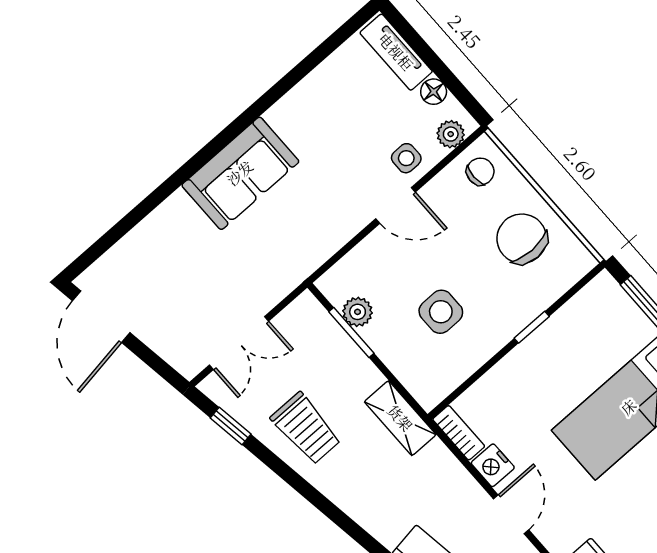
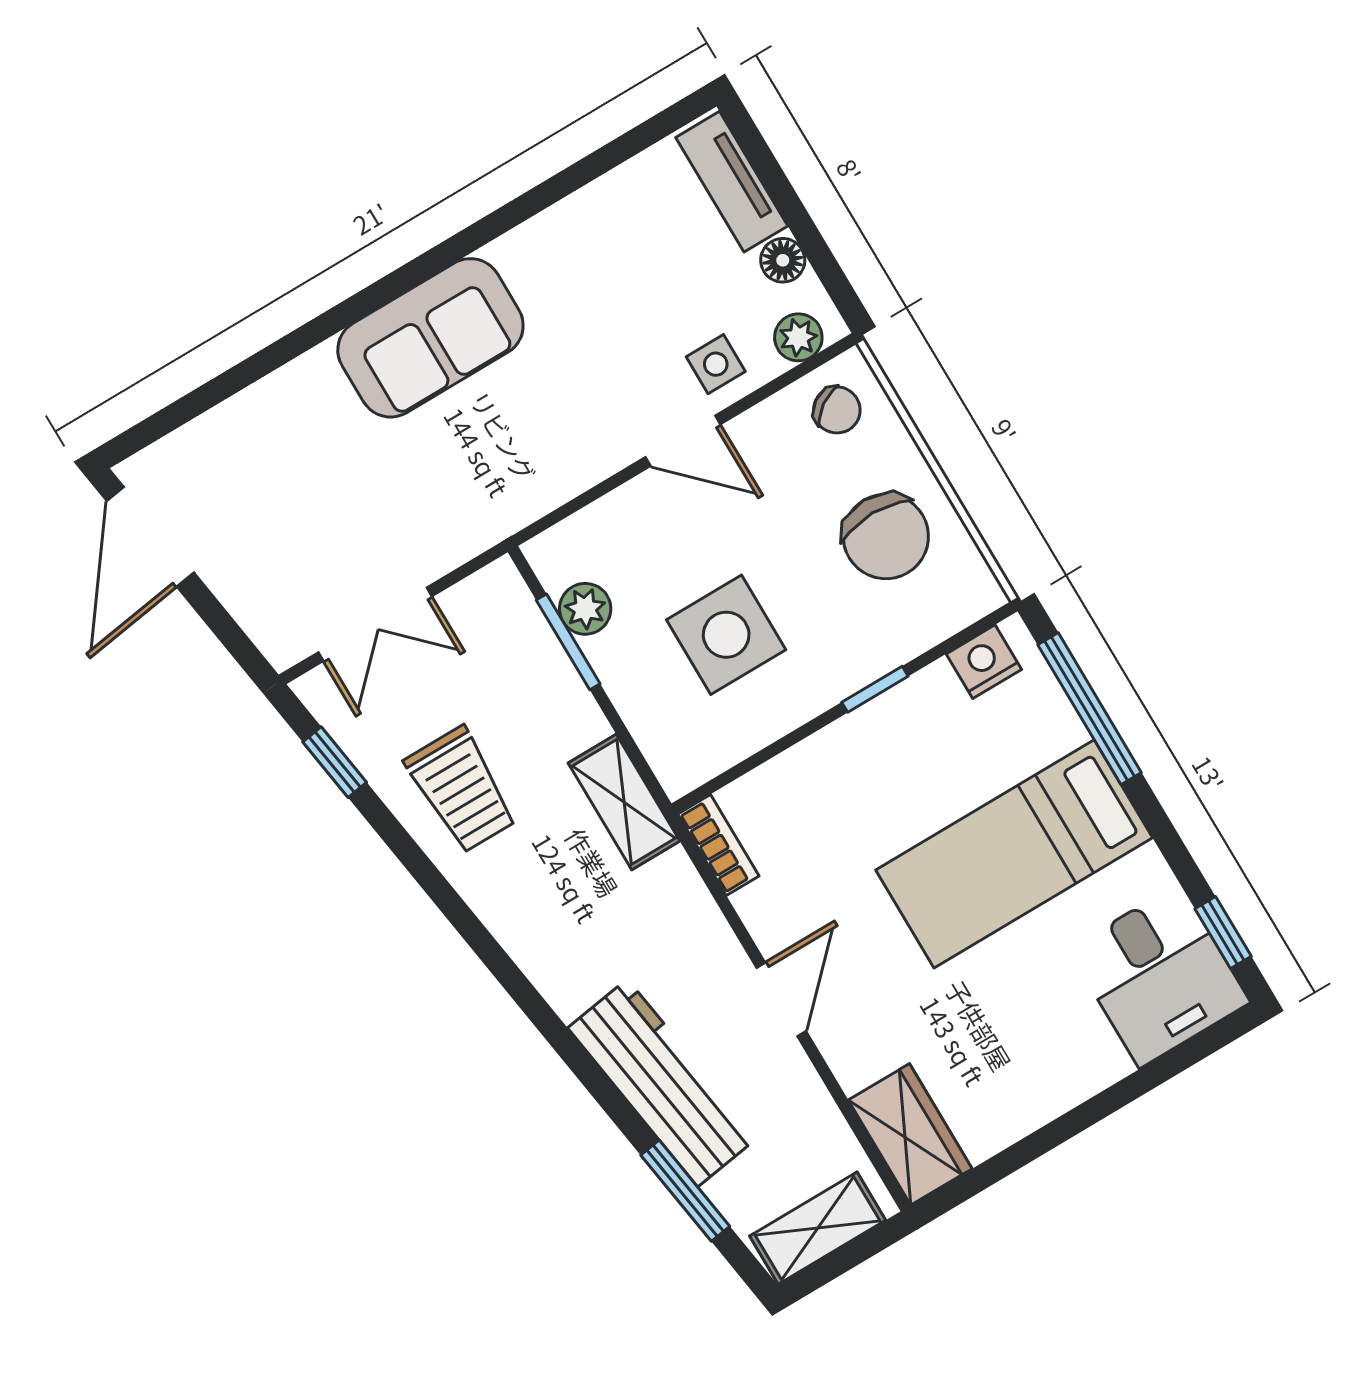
chair: (480, 172) -> (837, 410), turned 56
chair: (522, 239) -> (886, 536), turned 180
side table: (441, 312) -> (726, 635), width x1.37, depth x1.37
nightstand: (493, 465) -> (984, 662), moved, turned 90

